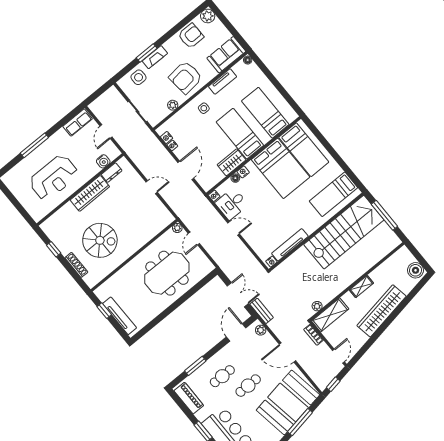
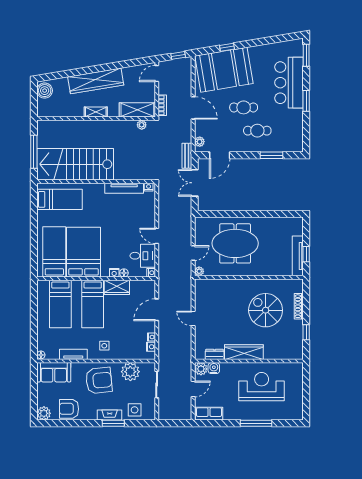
plant: (173, 105) -> (130, 372), width x1.87, depth x1.87
plant: (113, 152) -> (201, 369), added
tv unit: (120, 316) -> (298, 256), moved
piano: (189, 398) -> (296, 135), removed
window: (300, 422) -> (227, 47), width x0.46

